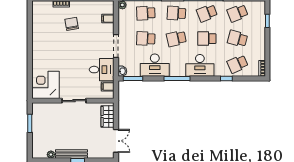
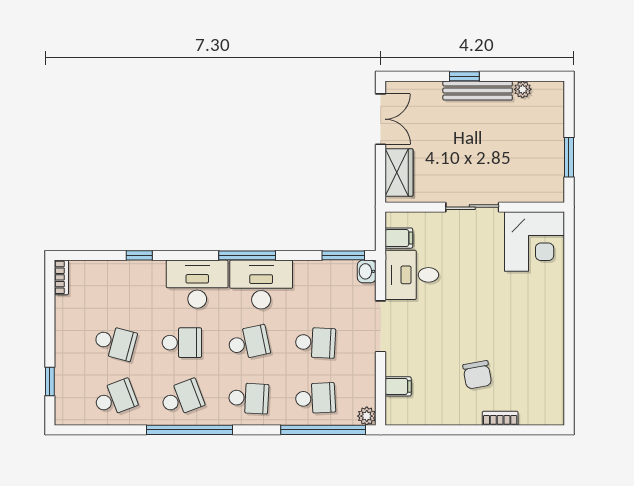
school desk: (237, 64) -> (115, 287), removed
desk: (155, 65) -> (261, 285), moved
double door: (116, 141) -> (381, 119), swing flipped

